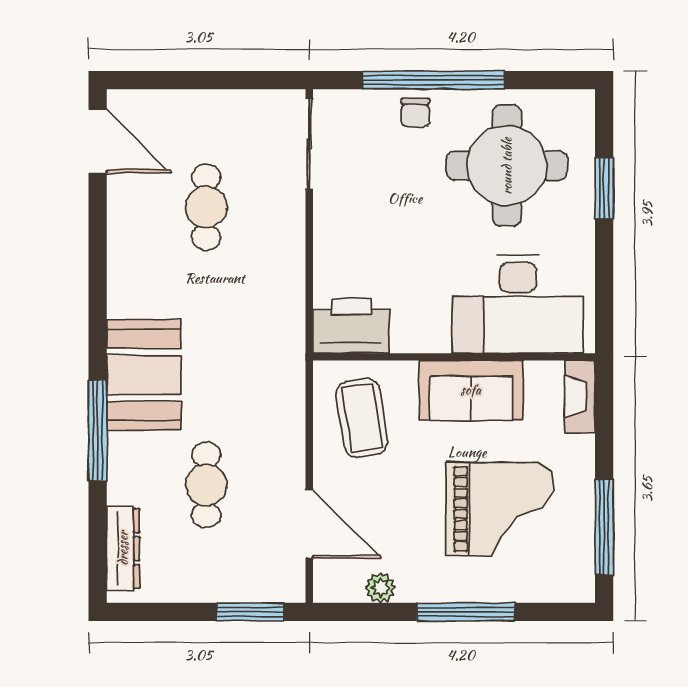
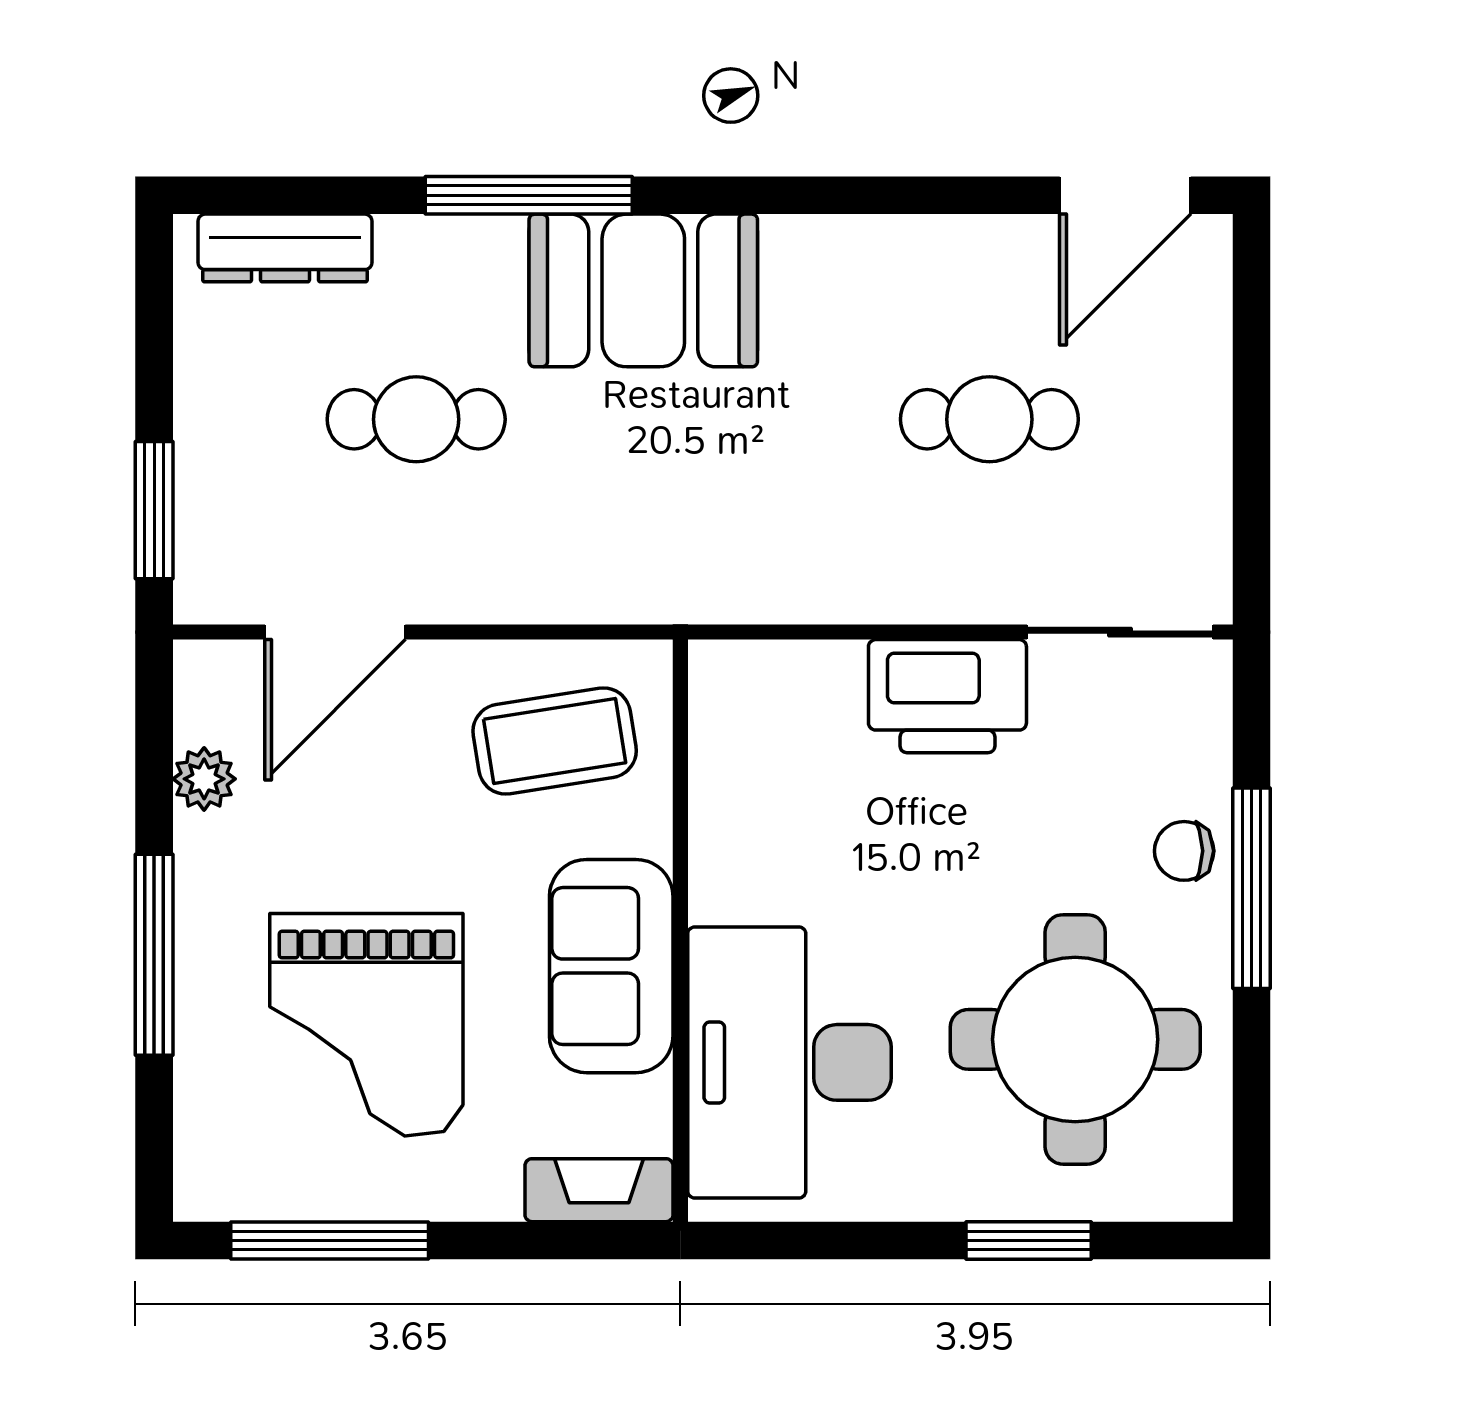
window: (434, 80) -> (1251, 888), width x0.68
printer: (351, 326) -> (947, 696), moved, turned 90

